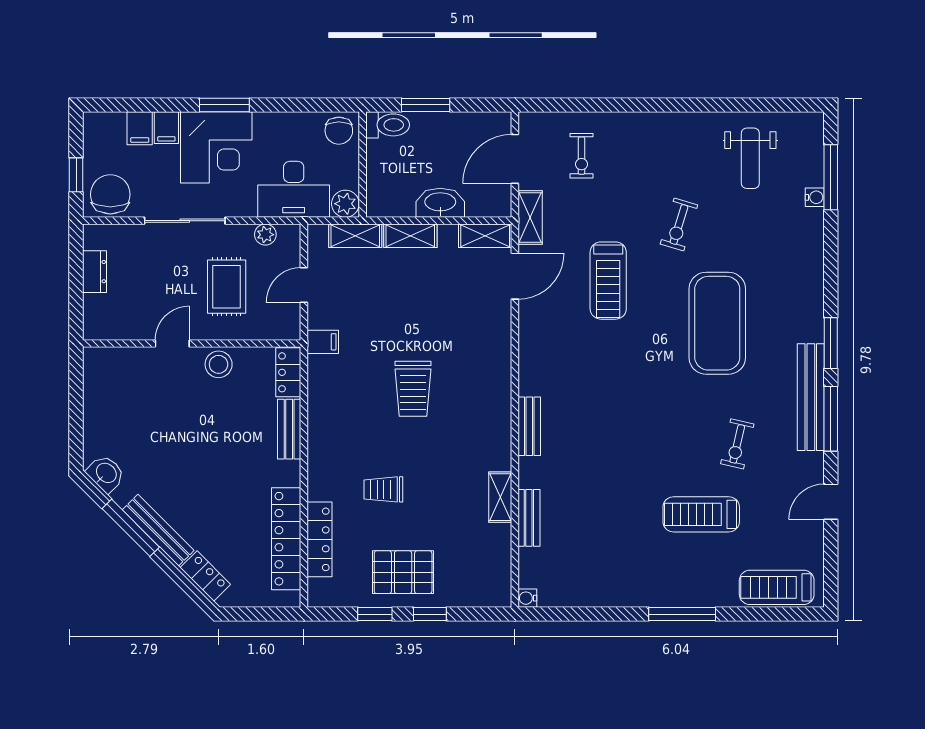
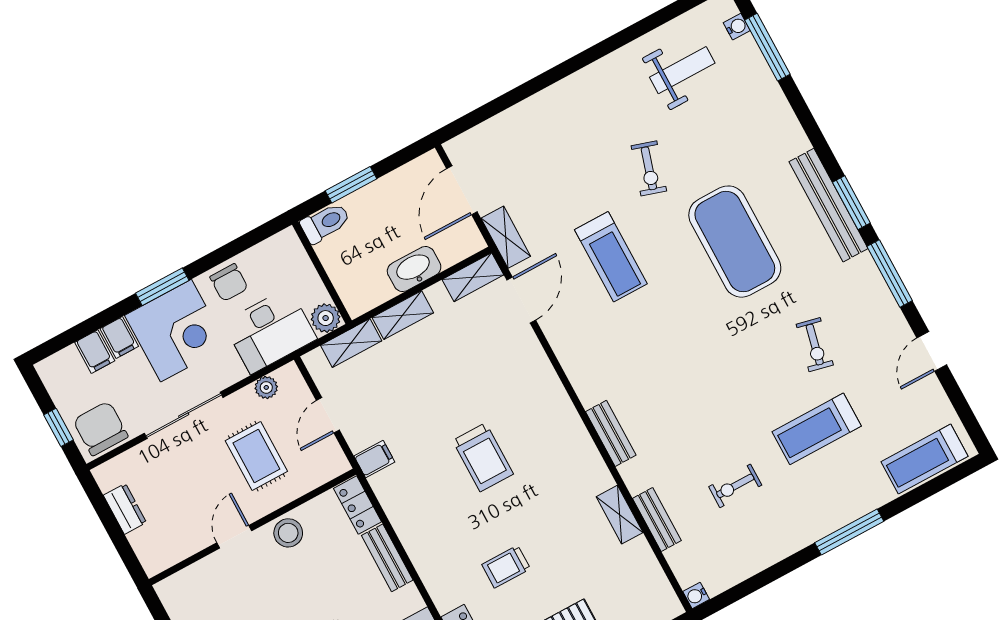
chair: (339, 131) -> (229, 283), moved
exercise bike: (581, 156) -> (735, 486), moved, turned 90
weight bench: (750, 158) -> (682, 70), turned -90
water cooler: (815, 197) -> (737, 27), moved
bench: (811, 397) -> (828, 205), moved

